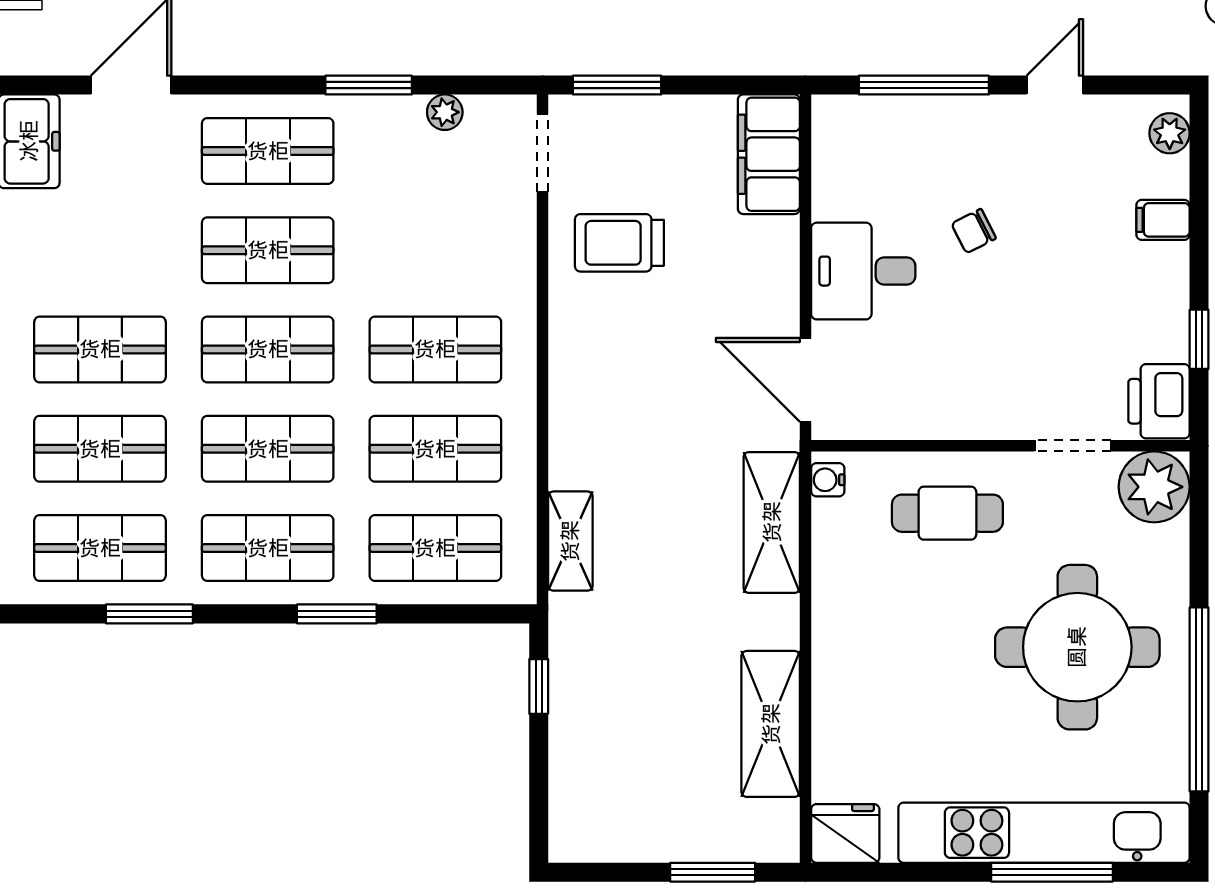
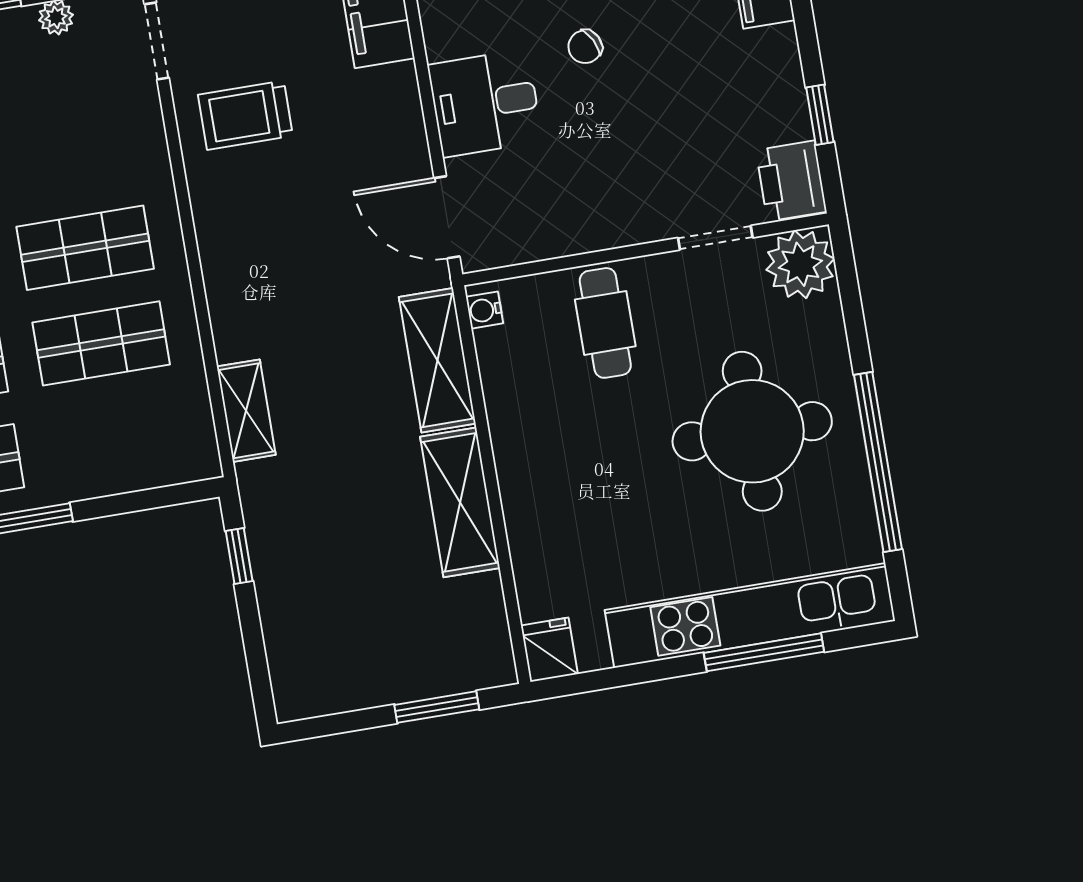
cafe table: (947, 513) -> (605, 323), turned 90
shop shelf: (435, 548) -> (117, 439), removed
shelving: (771, 724) -> (460, 502), moved
fridge: (845, 833) -> (549, 650), width x0.72

